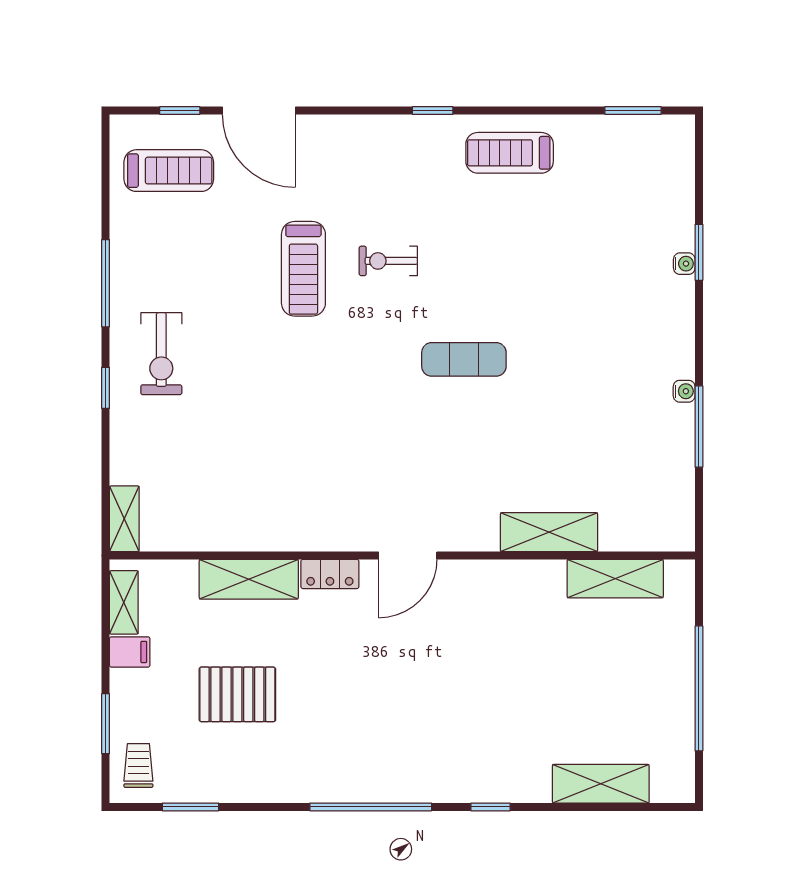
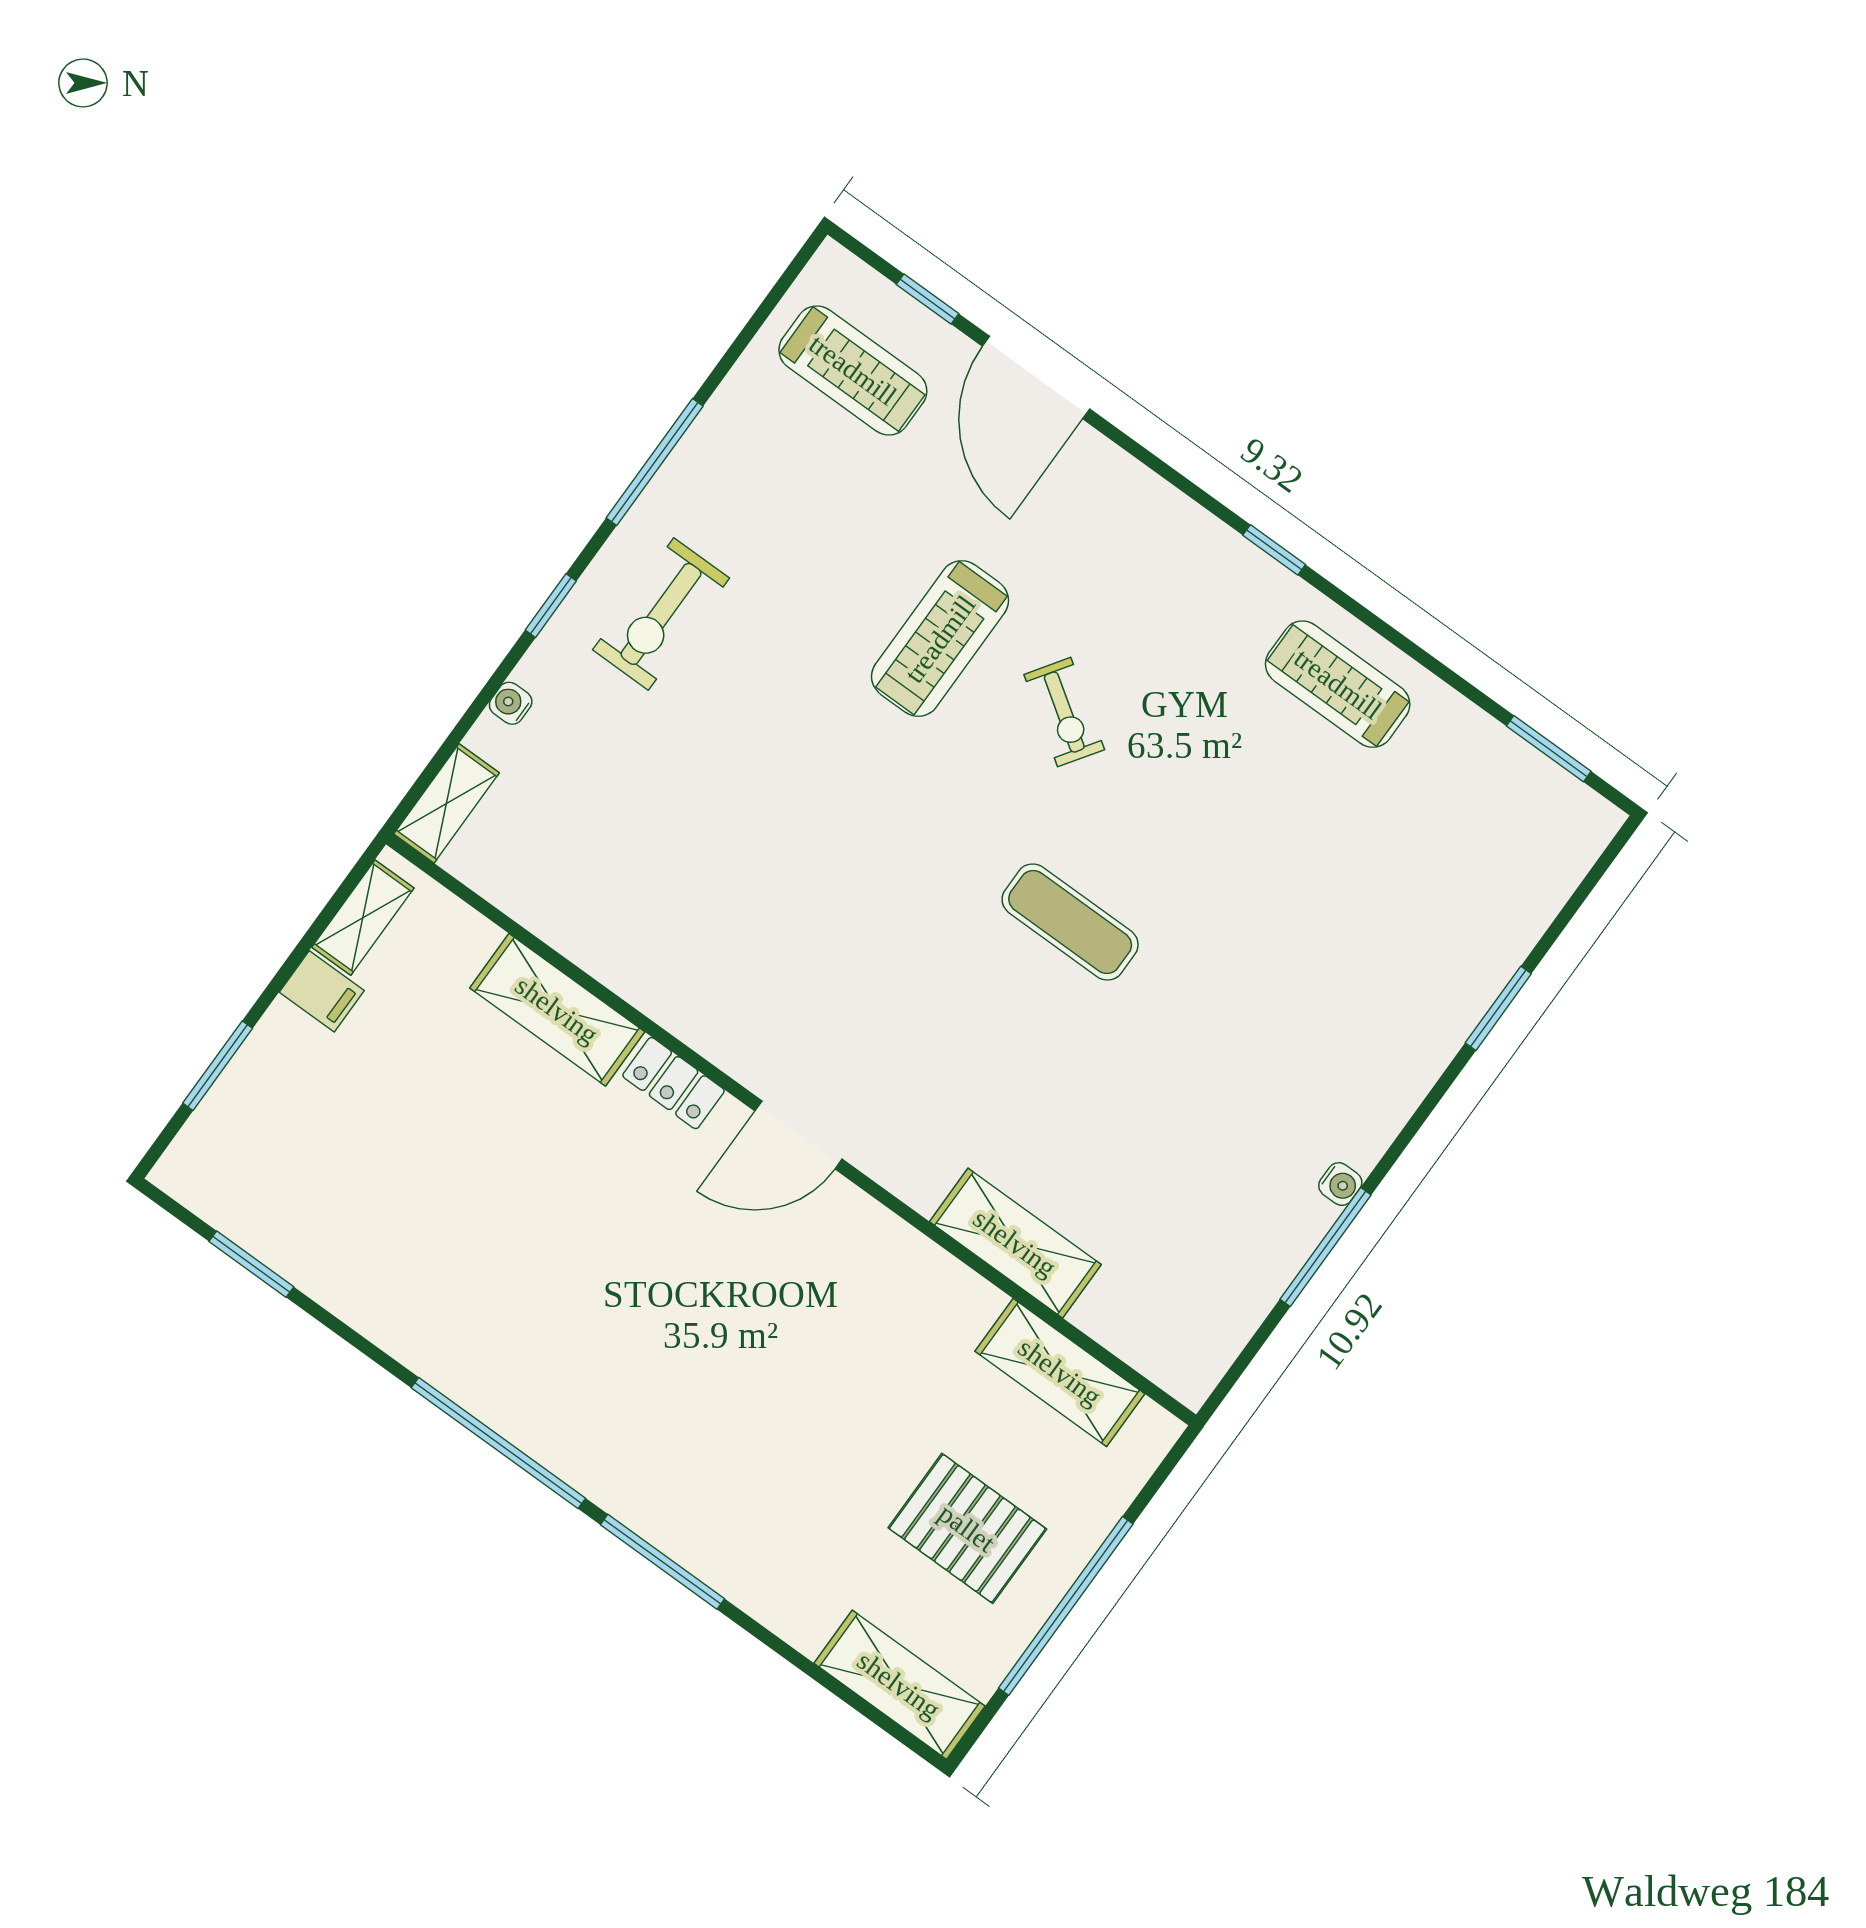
exercise bike: (388, 261) -> (1064, 712), turned -146
water cooler: (684, 264) -> (511, 703), moved, turned 180
pallet: (237, 694) -> (967, 1528), moved
trolley: (138, 765) -> (221, 1156), removed
shelving: (601, 784) -> (899, 1685), moved
window: (491, 807) -> (662, 1562), width x2.17

